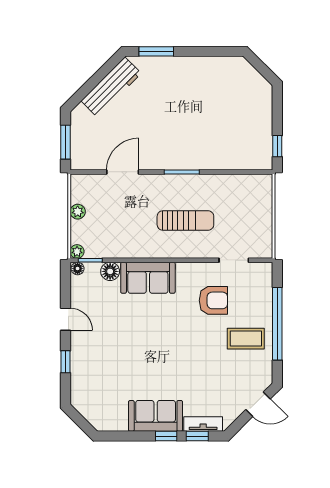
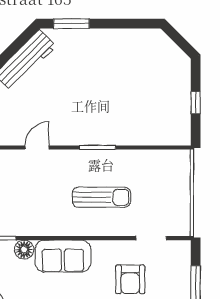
window: (277, 146) -> (196, 102), moved
door: (123, 172) -> (37, 147), width x0.73
armchair: (213, 300) -> (130, 279), turned 90

